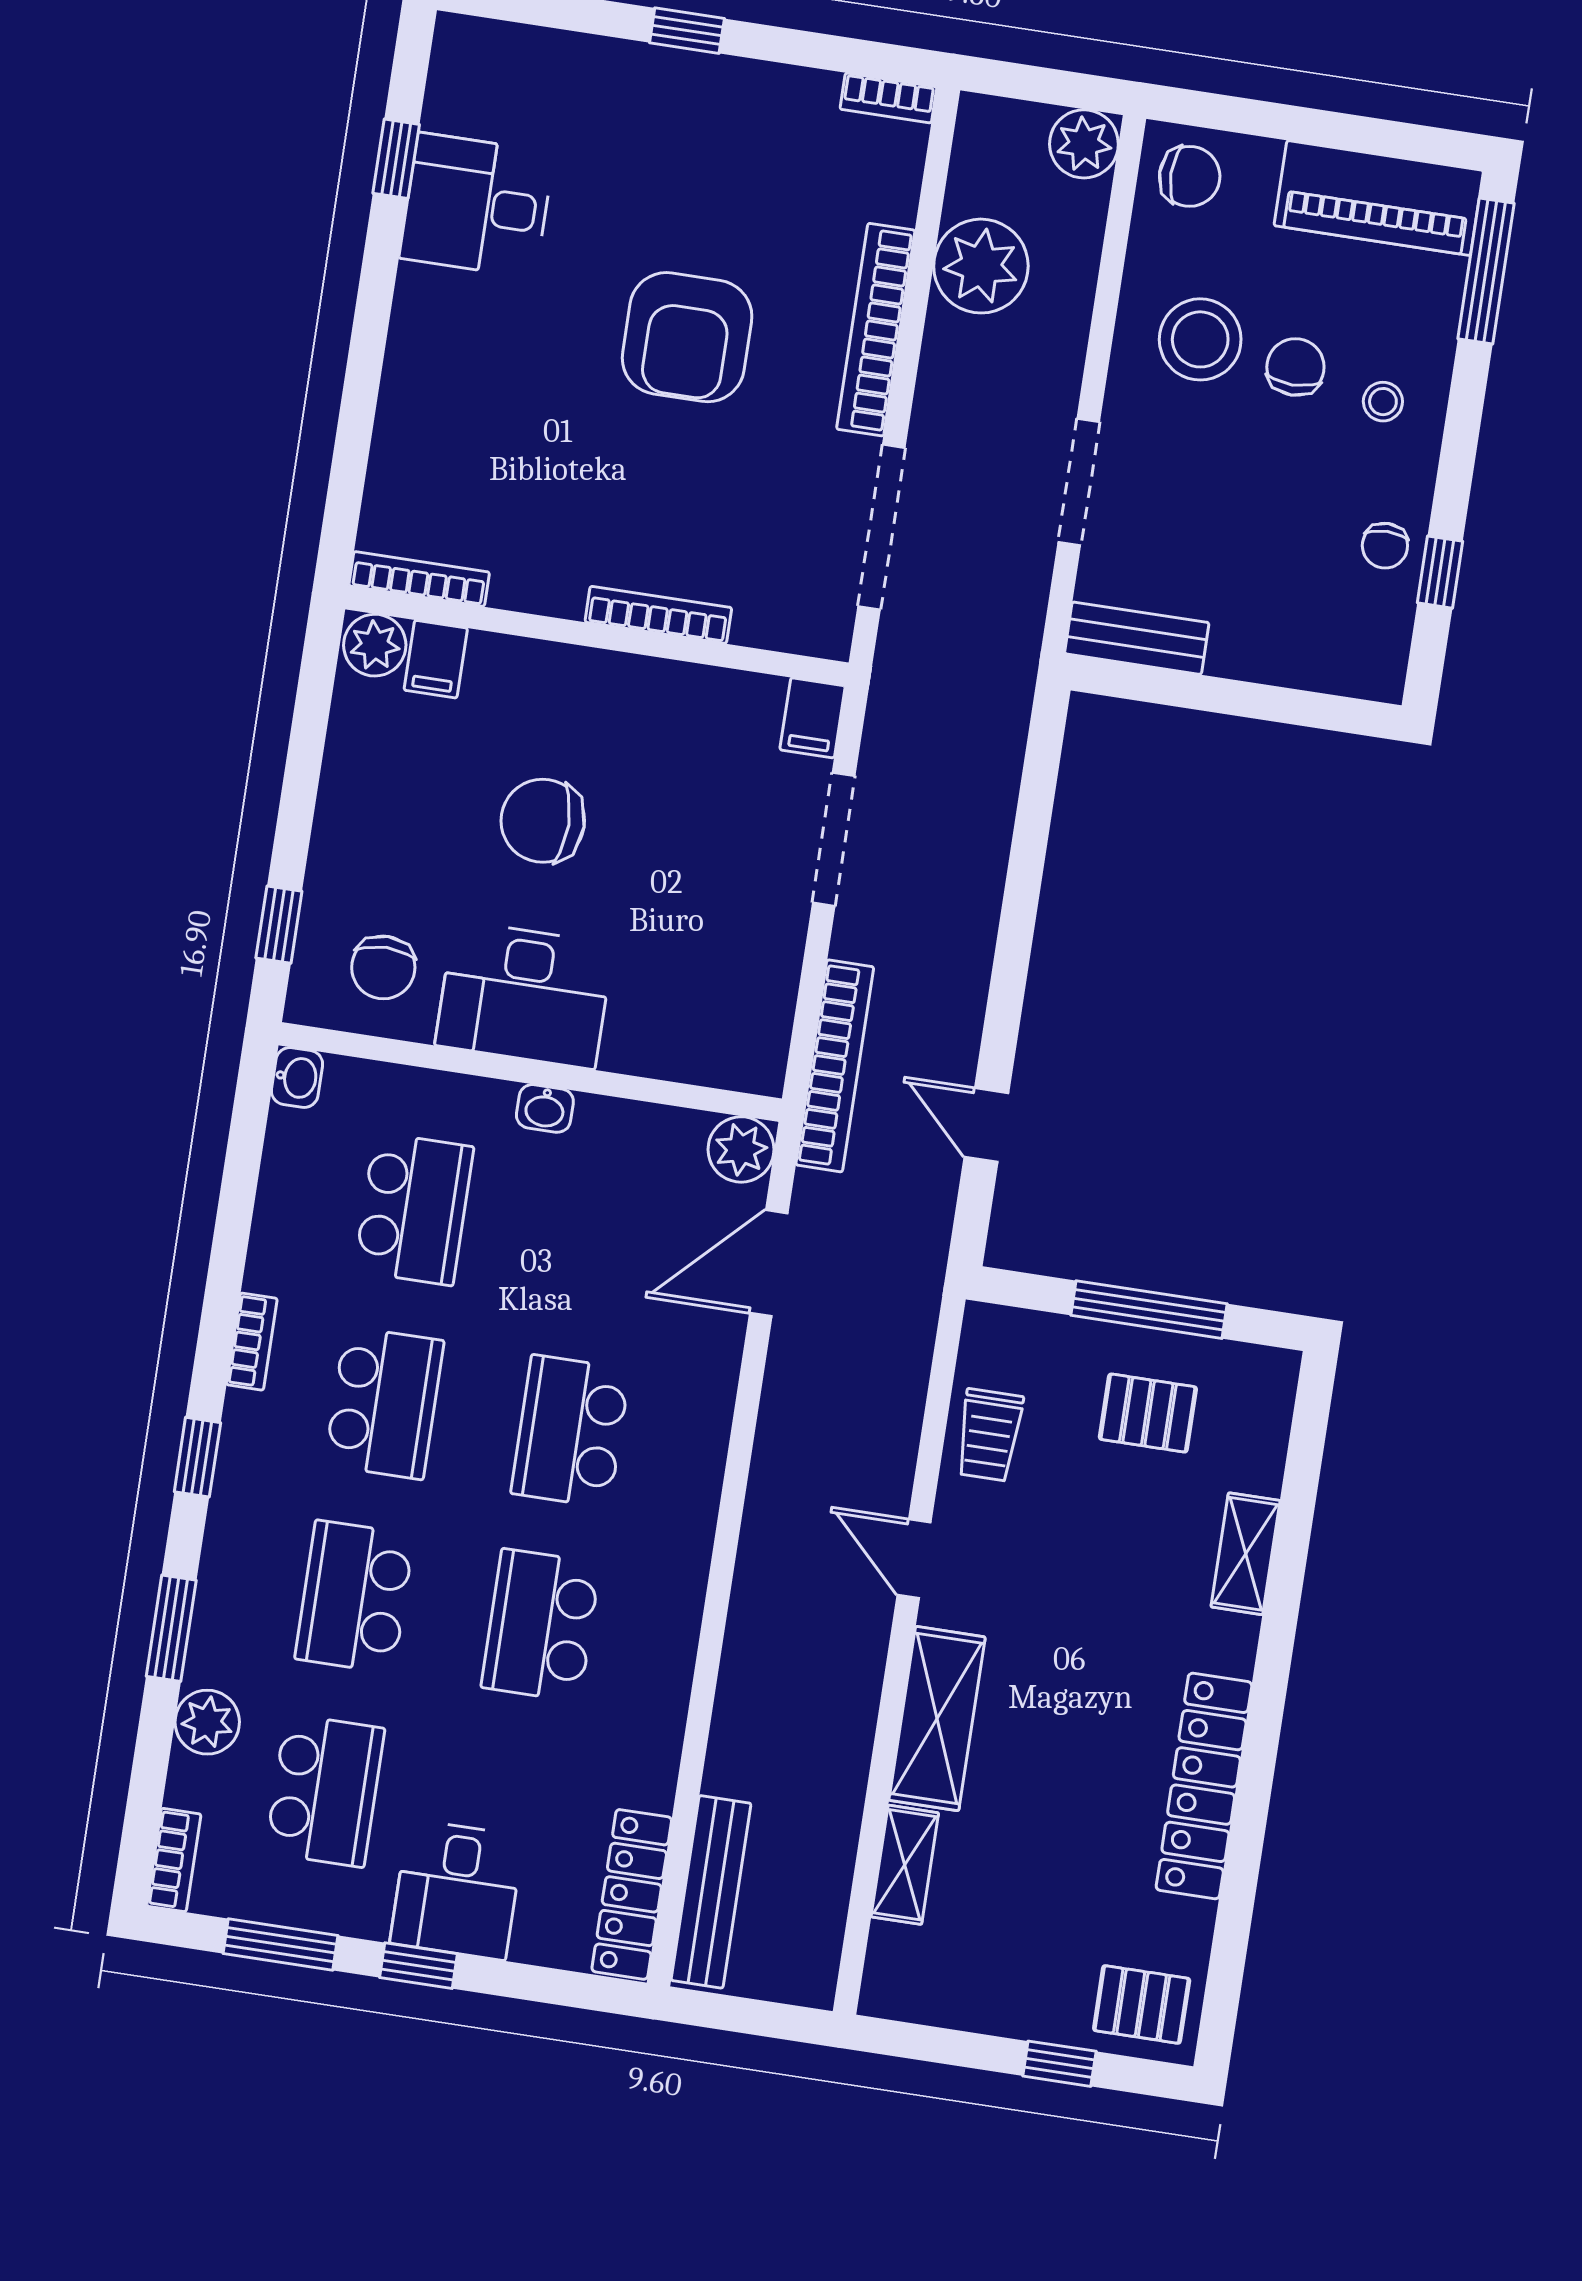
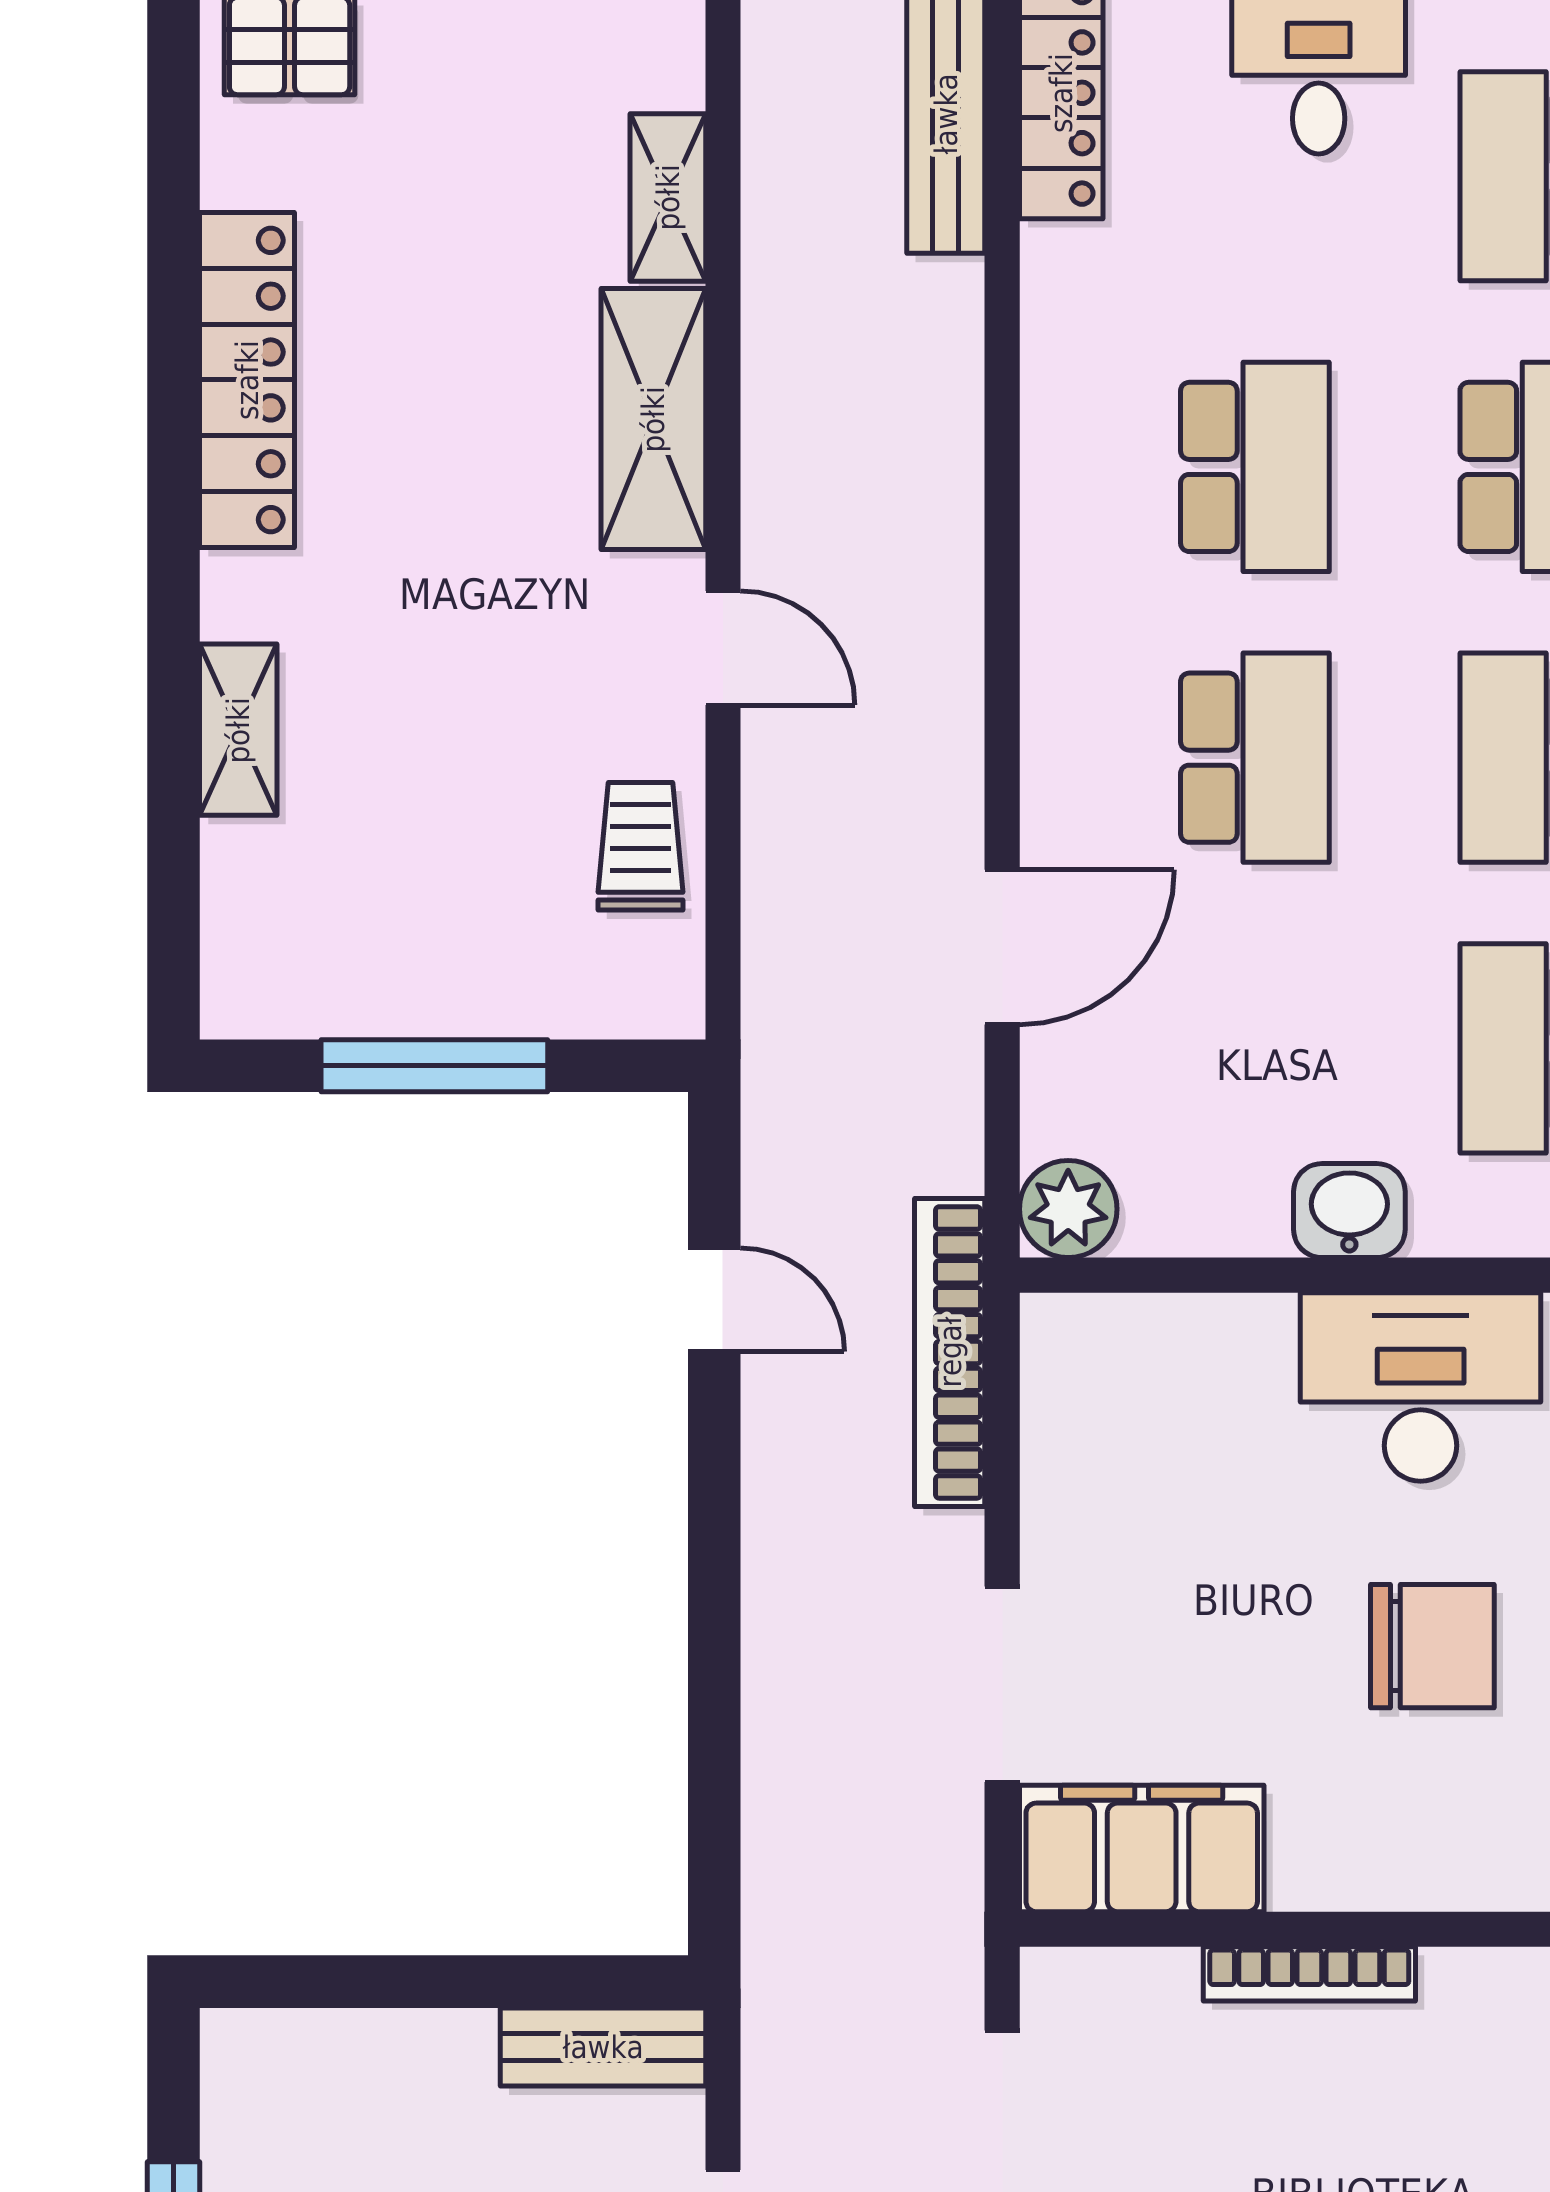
filing cabinet: (813, 718) -> (1142, 1848), width x3.00, depth x1.17
washbasin: (545, 1108) -> (1349, 1211), width x1.38, depth x1.45
door: (769, 1263) -> (1002, 947), moved
pallet: (1148, 1413) -> (413, 914), removed

